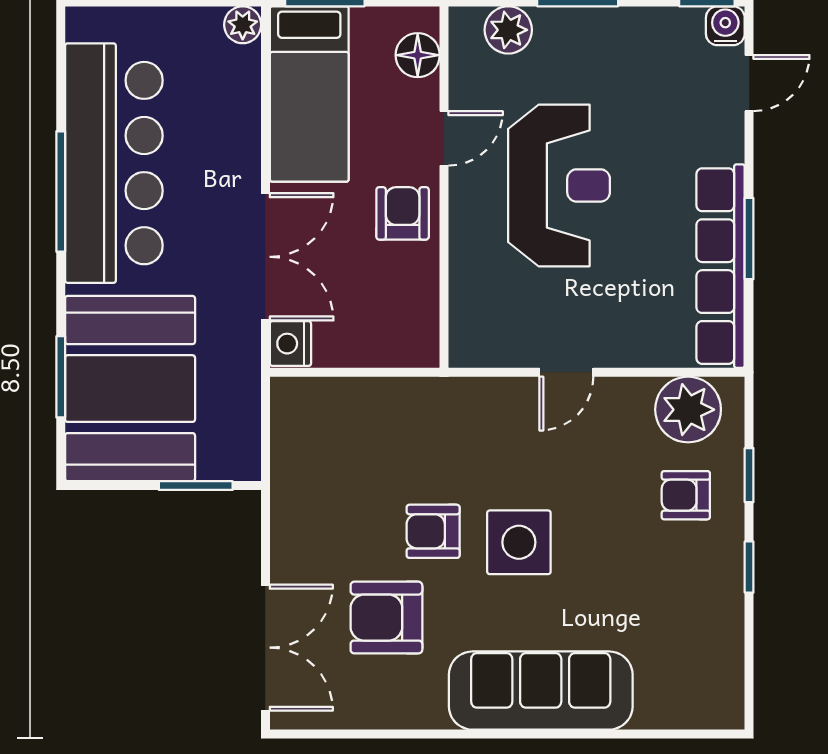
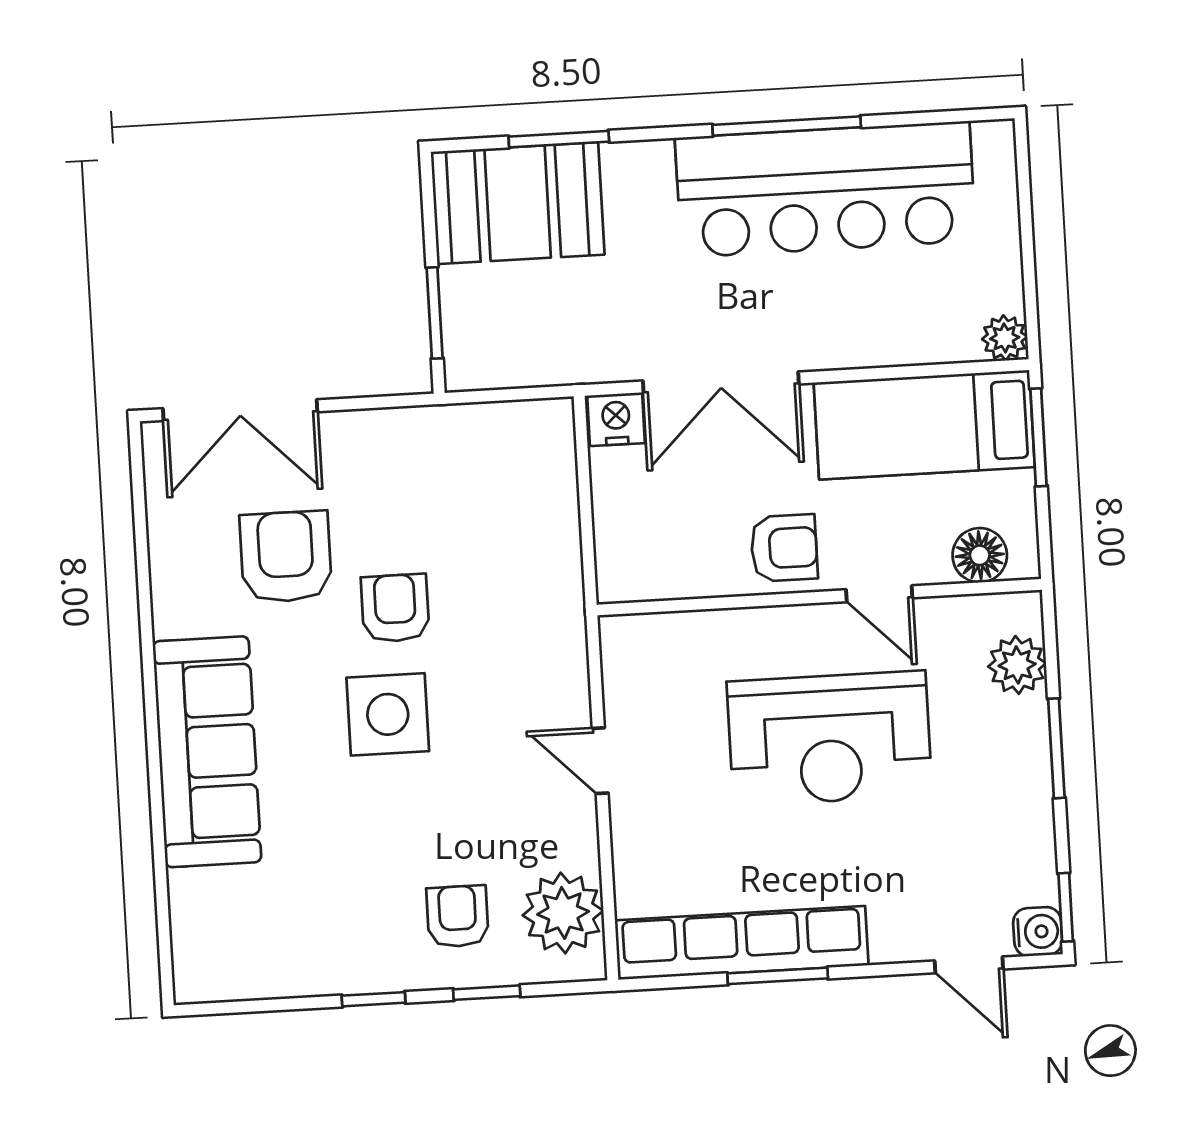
booth: (130, 389) -> (518, 203), width x0.73, depth x0.70

